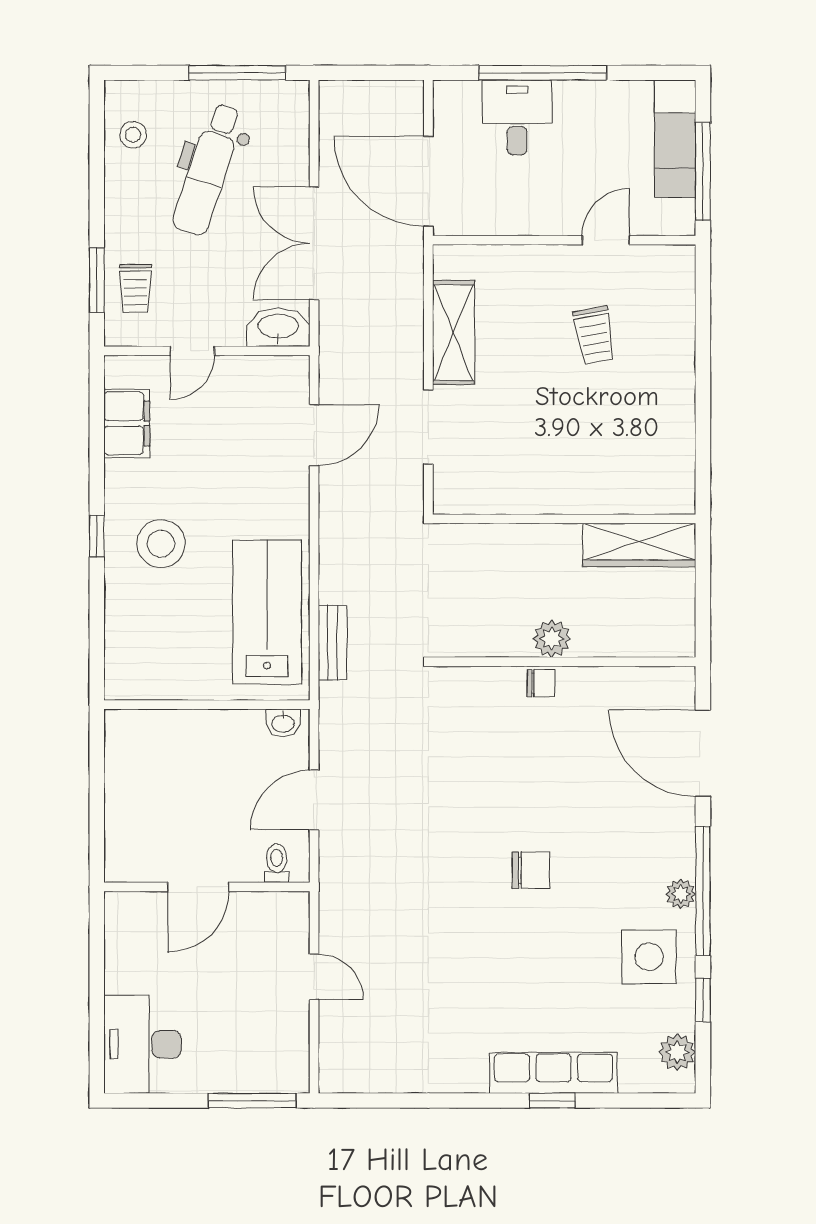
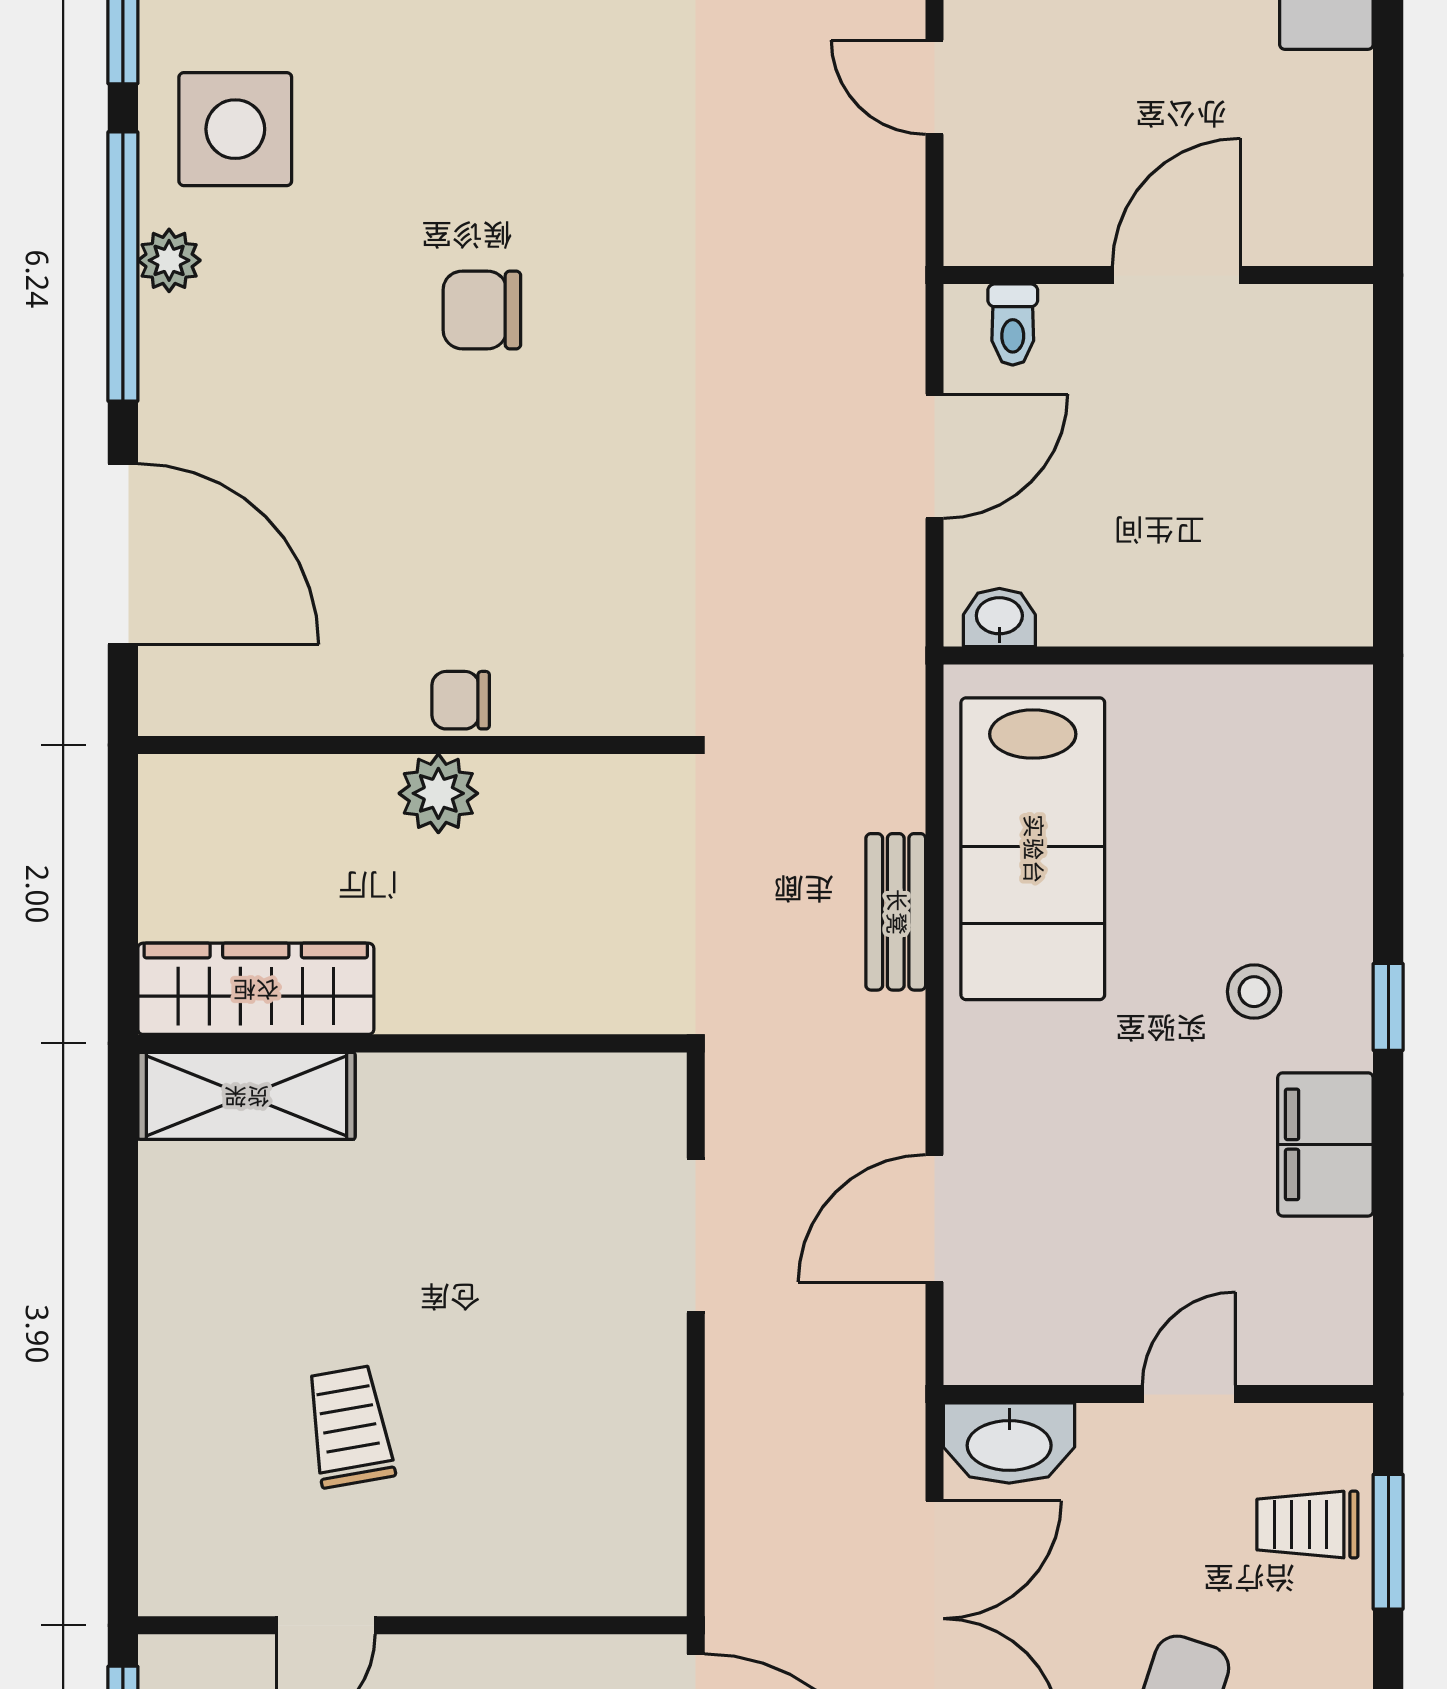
trolley: (135, 288) -> (1307, 1525), turned -90
shelving: (454, 332) -> (247, 1096), moved, turned 90
filing cabinet: (127, 423) -> (1325, 1144), moved
stool: (161, 544) -> (1254, 992), width x0.53, depth x0.53
bench: (333, 643) -> (896, 912), moved

